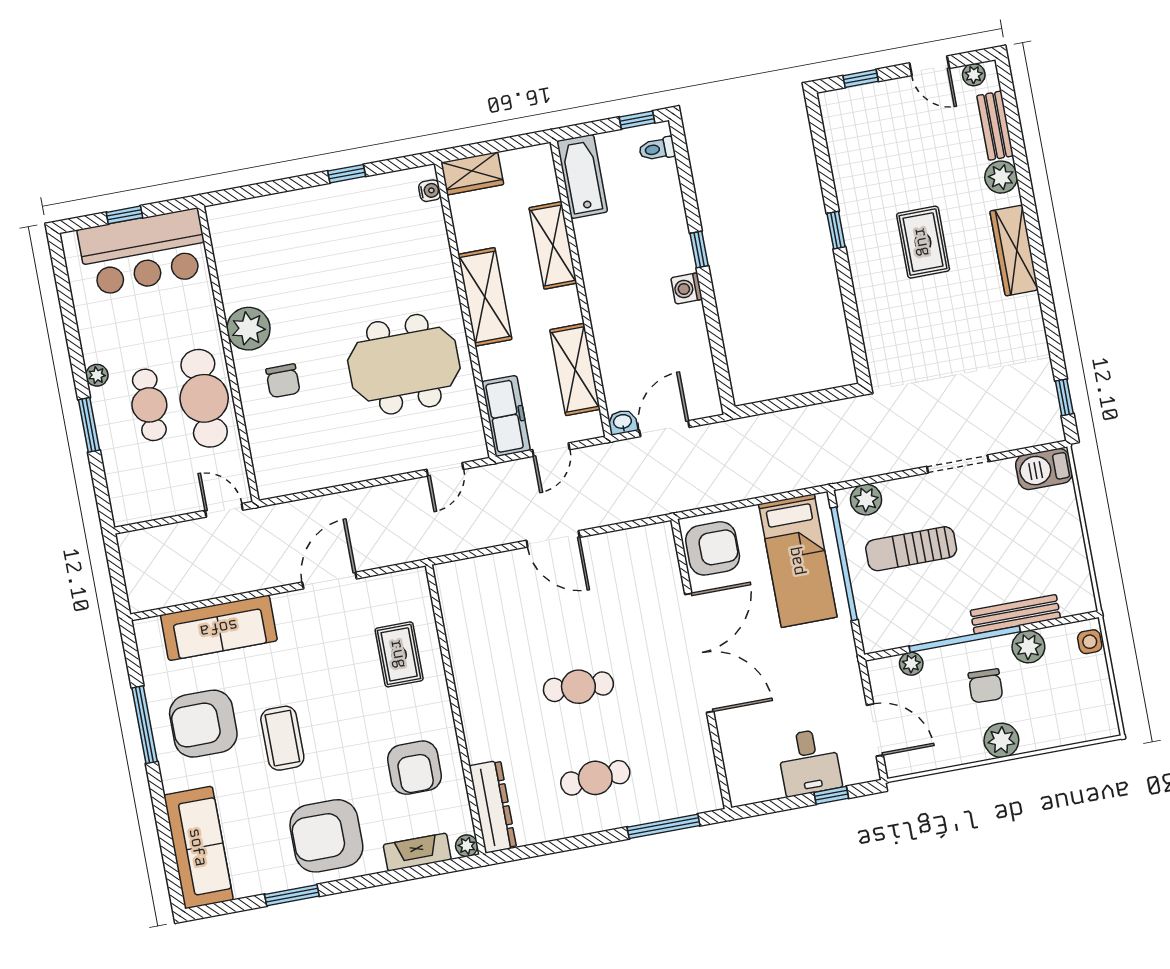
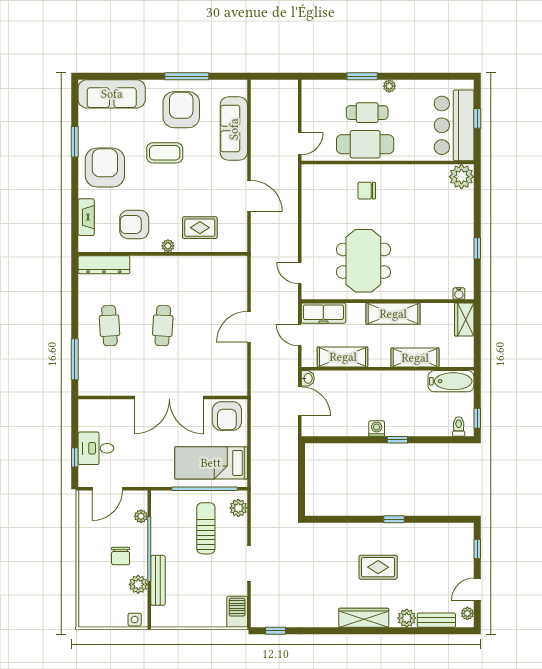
plant: (248, 329) -> (461, 177), moved
chair: (985, 686) -> (121, 556), turned -92
plant: (1001, 740) -> (88, 559), removed
plant: (467, 846) -> (168, 246), moved

